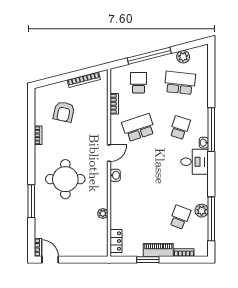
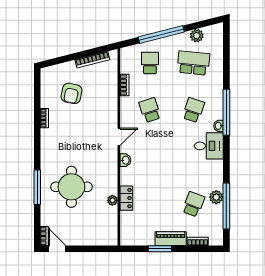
school desk: (138, 128) -> (150, 110), width x0.54
round table: (65, 179) -> (71, 187), moved
locker: (116, 241) -> (126, 198), moved

